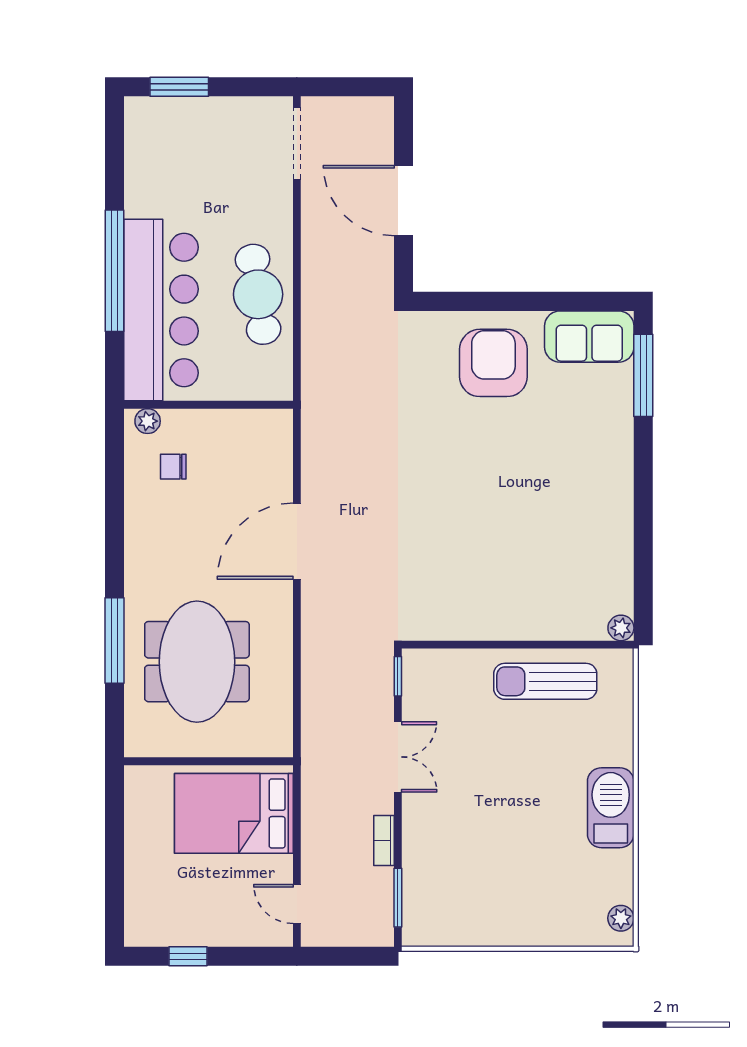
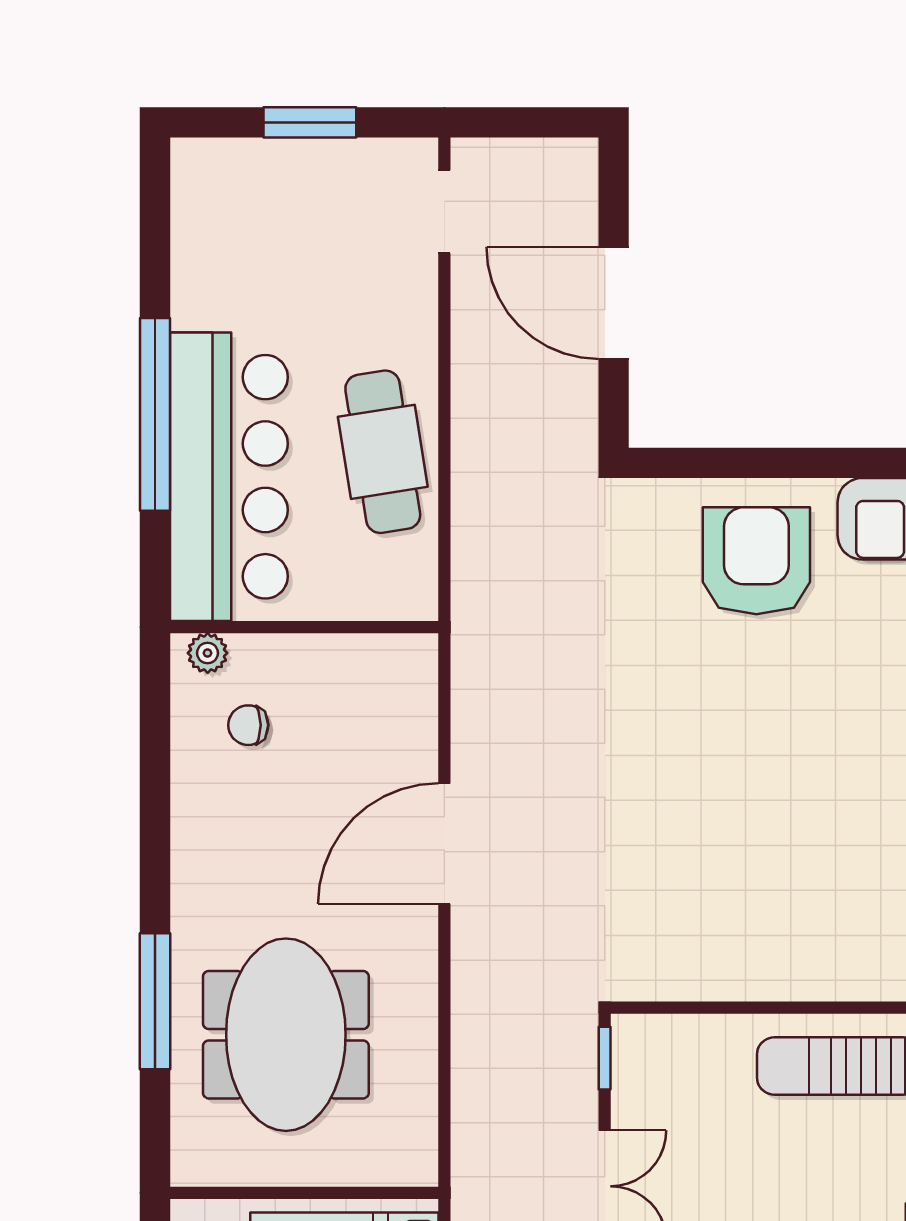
window: (179, 87) -> (310, 122), moved
doorway: (297, 143) -> (444, 212), width x0.73

